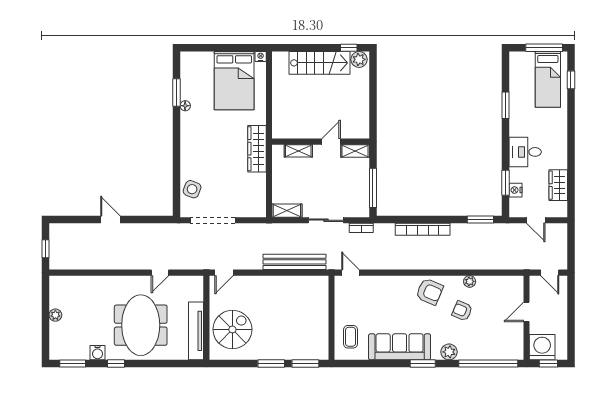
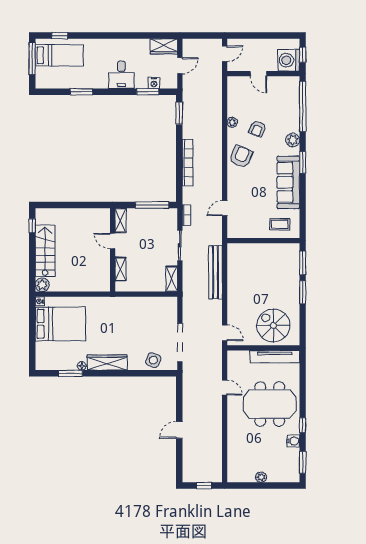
plant: (359, 59) -> (42, 285), moved
wardrobe: (257, 149) -> (107, 363), moved, turned 180
wardrobe: (558, 185) -> (164, 46), moved
door: (350, 273) -> (225, 208), moved

